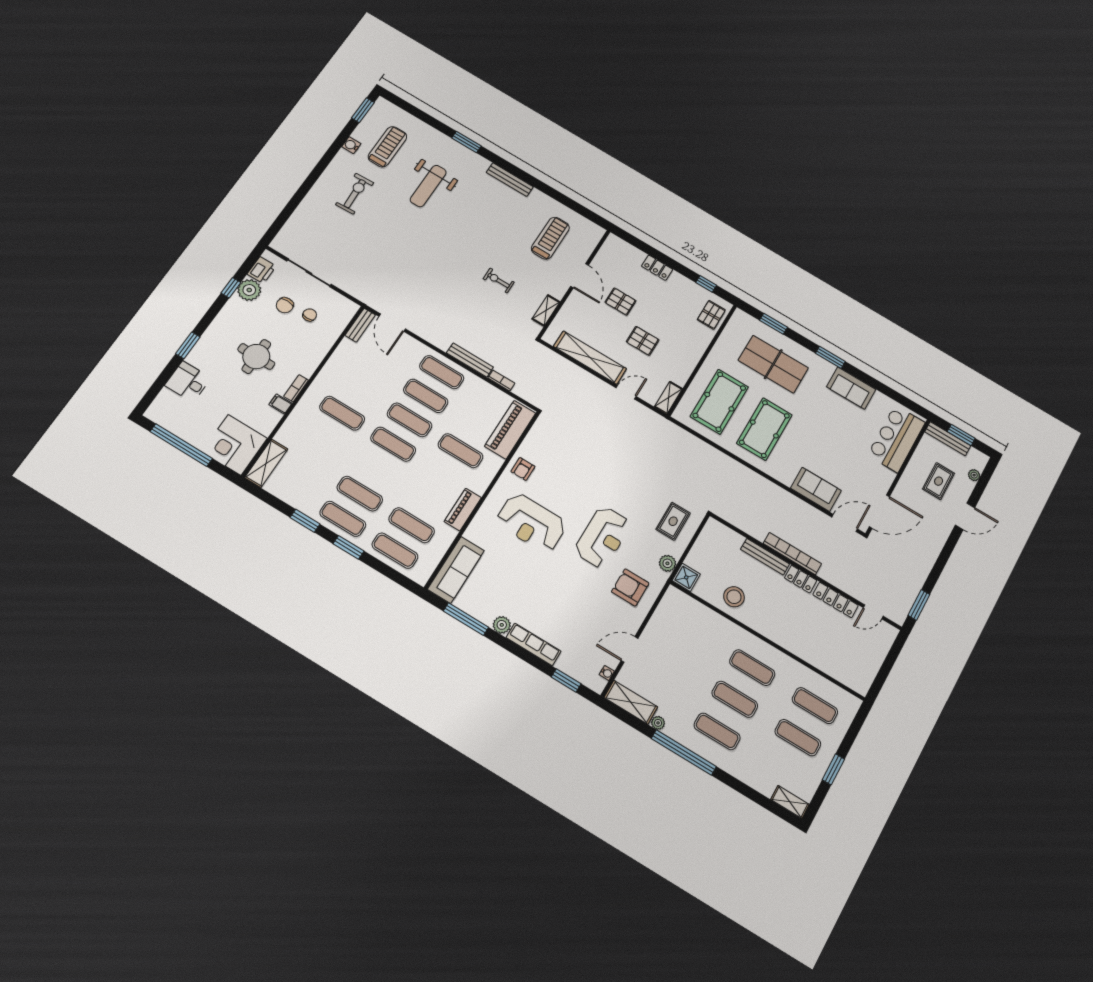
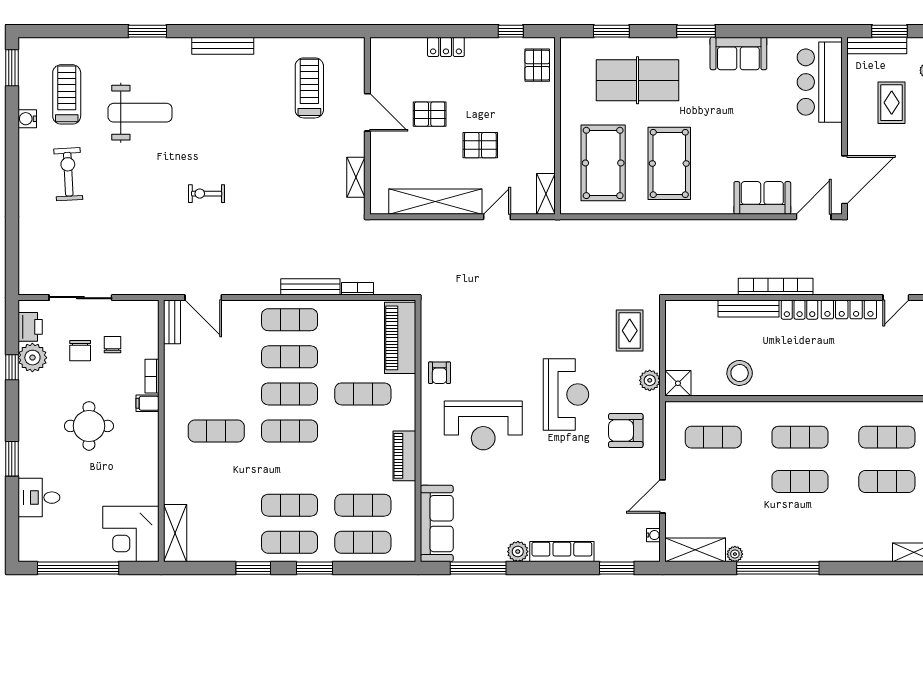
weight bench: (428, 186) -> (140, 113), turned -90
exercise bike: (499, 281) -> (207, 194), moved
bookcase: (296, 388) -> (152, 376), moved
filing cabinet: (280, 404) -> (147, 403), moved
exercise mat: (717, 731) -> (713, 437), moved

